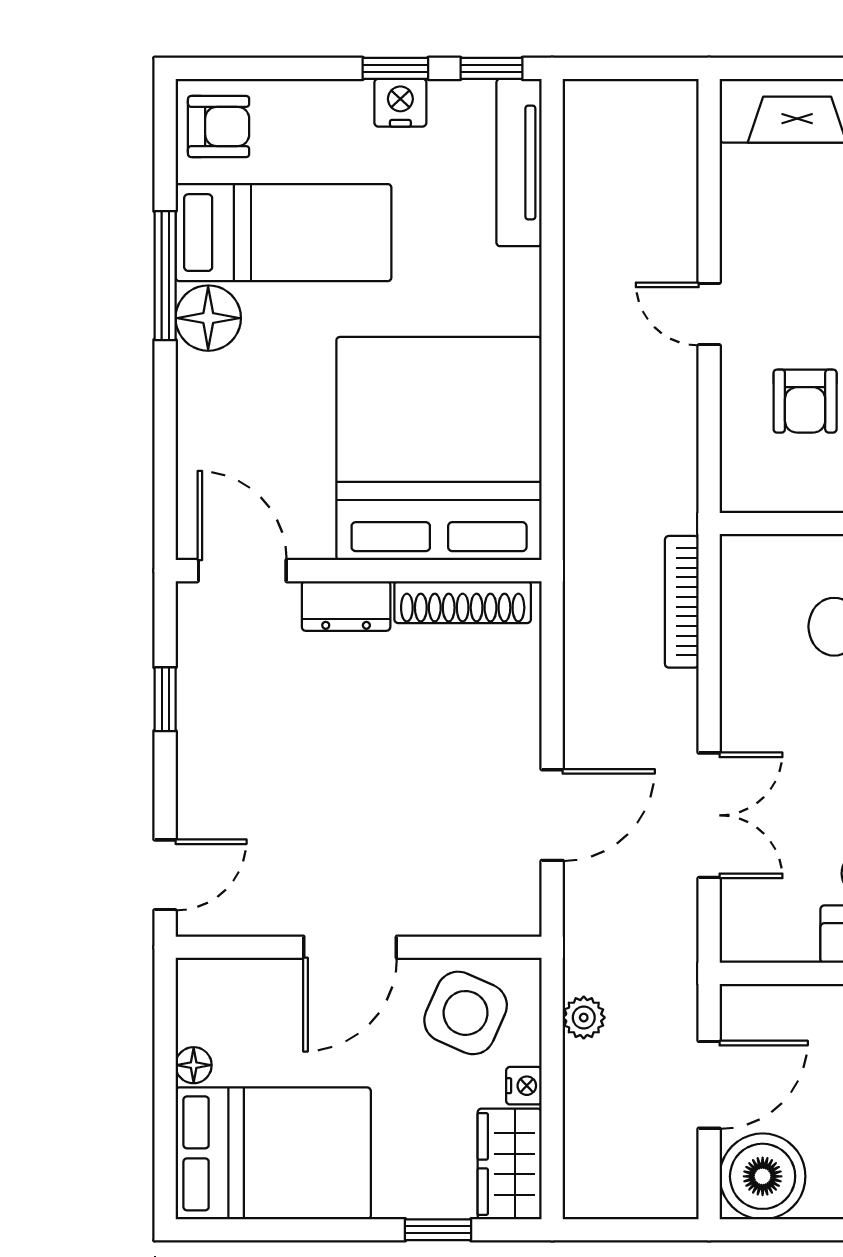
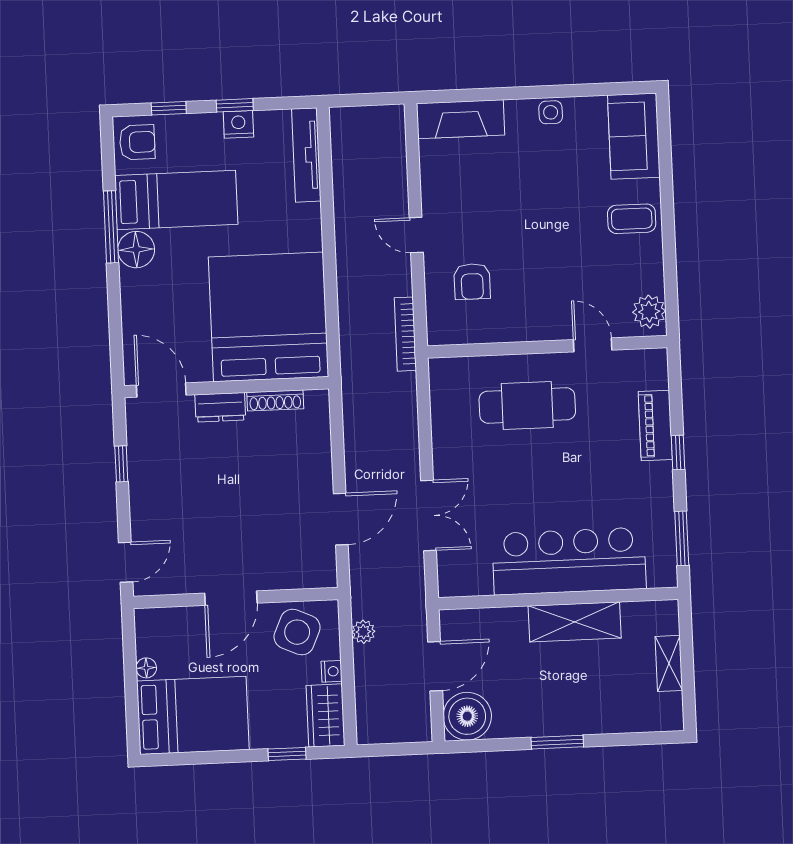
window: (492, 68) -> (169, 108), moved
shoe rack: (463, 602) -> (275, 400), width x0.74, depth x0.81
bookcase: (682, 602) -> (405, 334), moved

